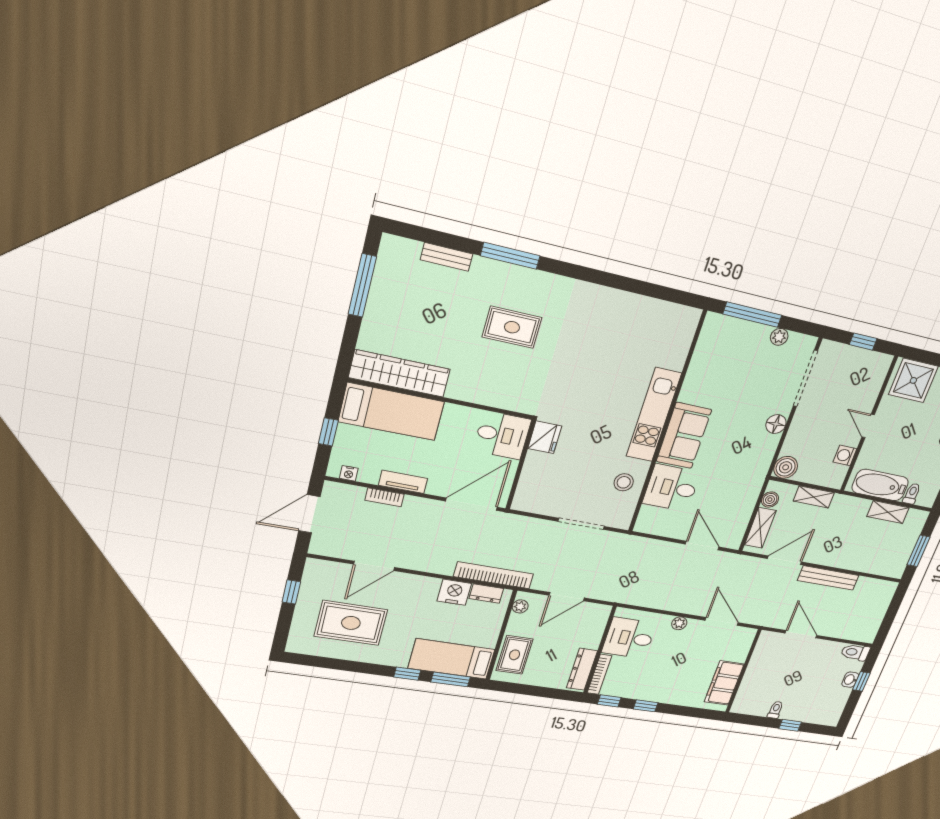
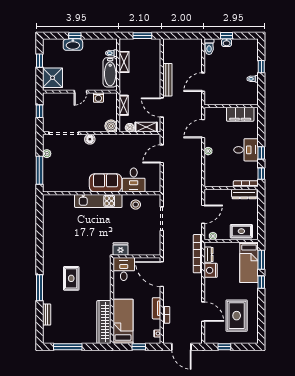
door: (567, 597) -> (203, 214), hinge flipped
desk: (629, 638) -> (246, 150), moved, turned -90

